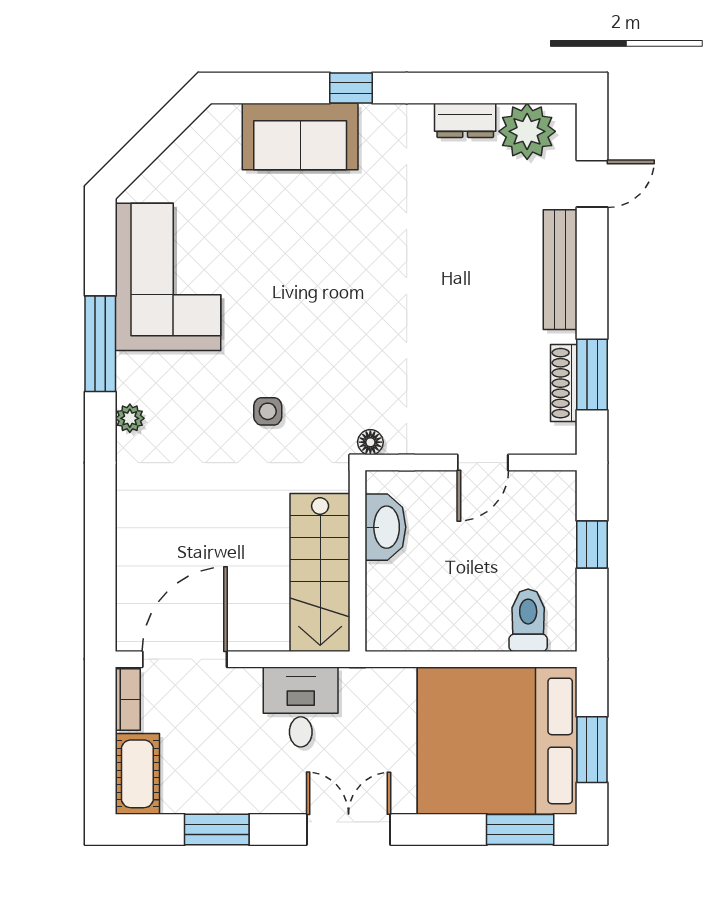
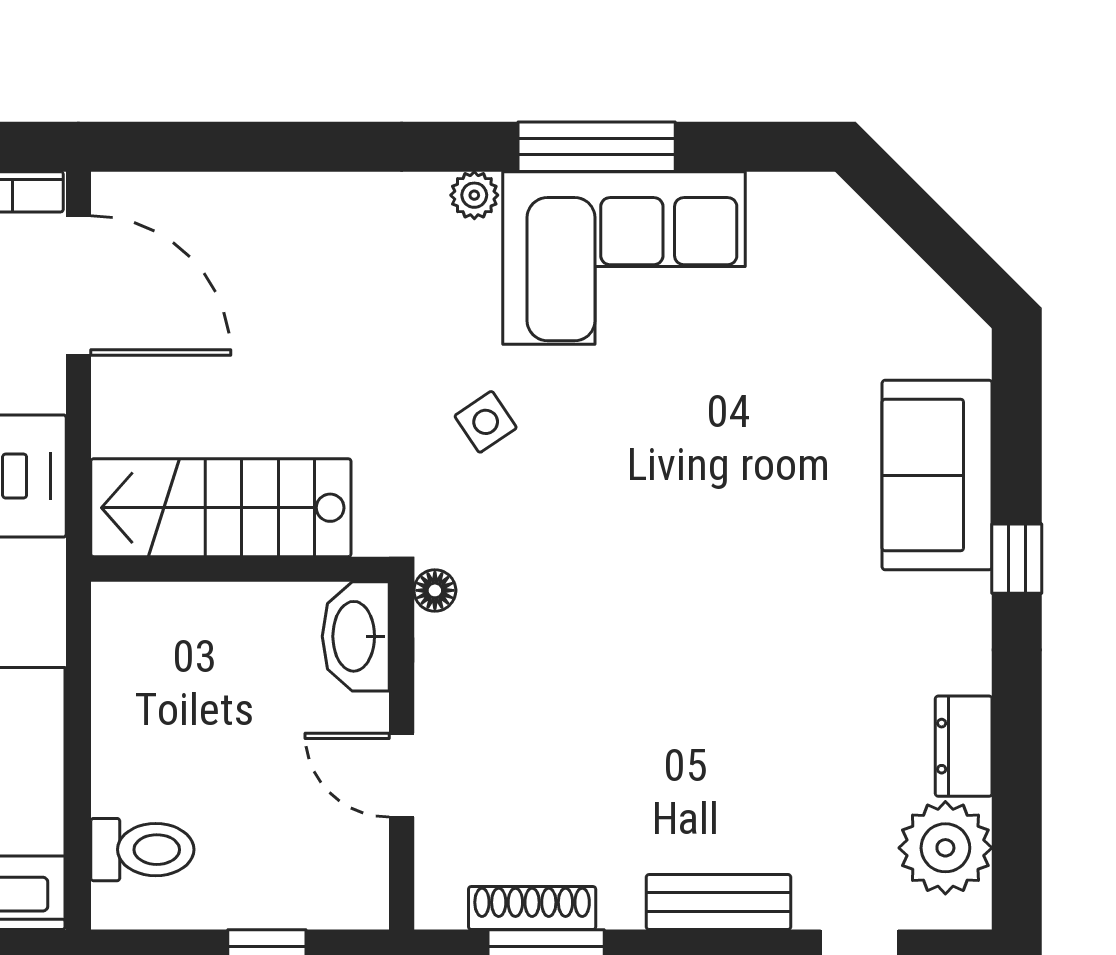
bench: (560, 270) -> (719, 902), width x0.73
corner sofa: (168, 277) -> (624, 258), moved
side table: (268, 411) -> (486, 422), turned -34
washbasin: (385, 527) -> (356, 636), moved, turned 90

